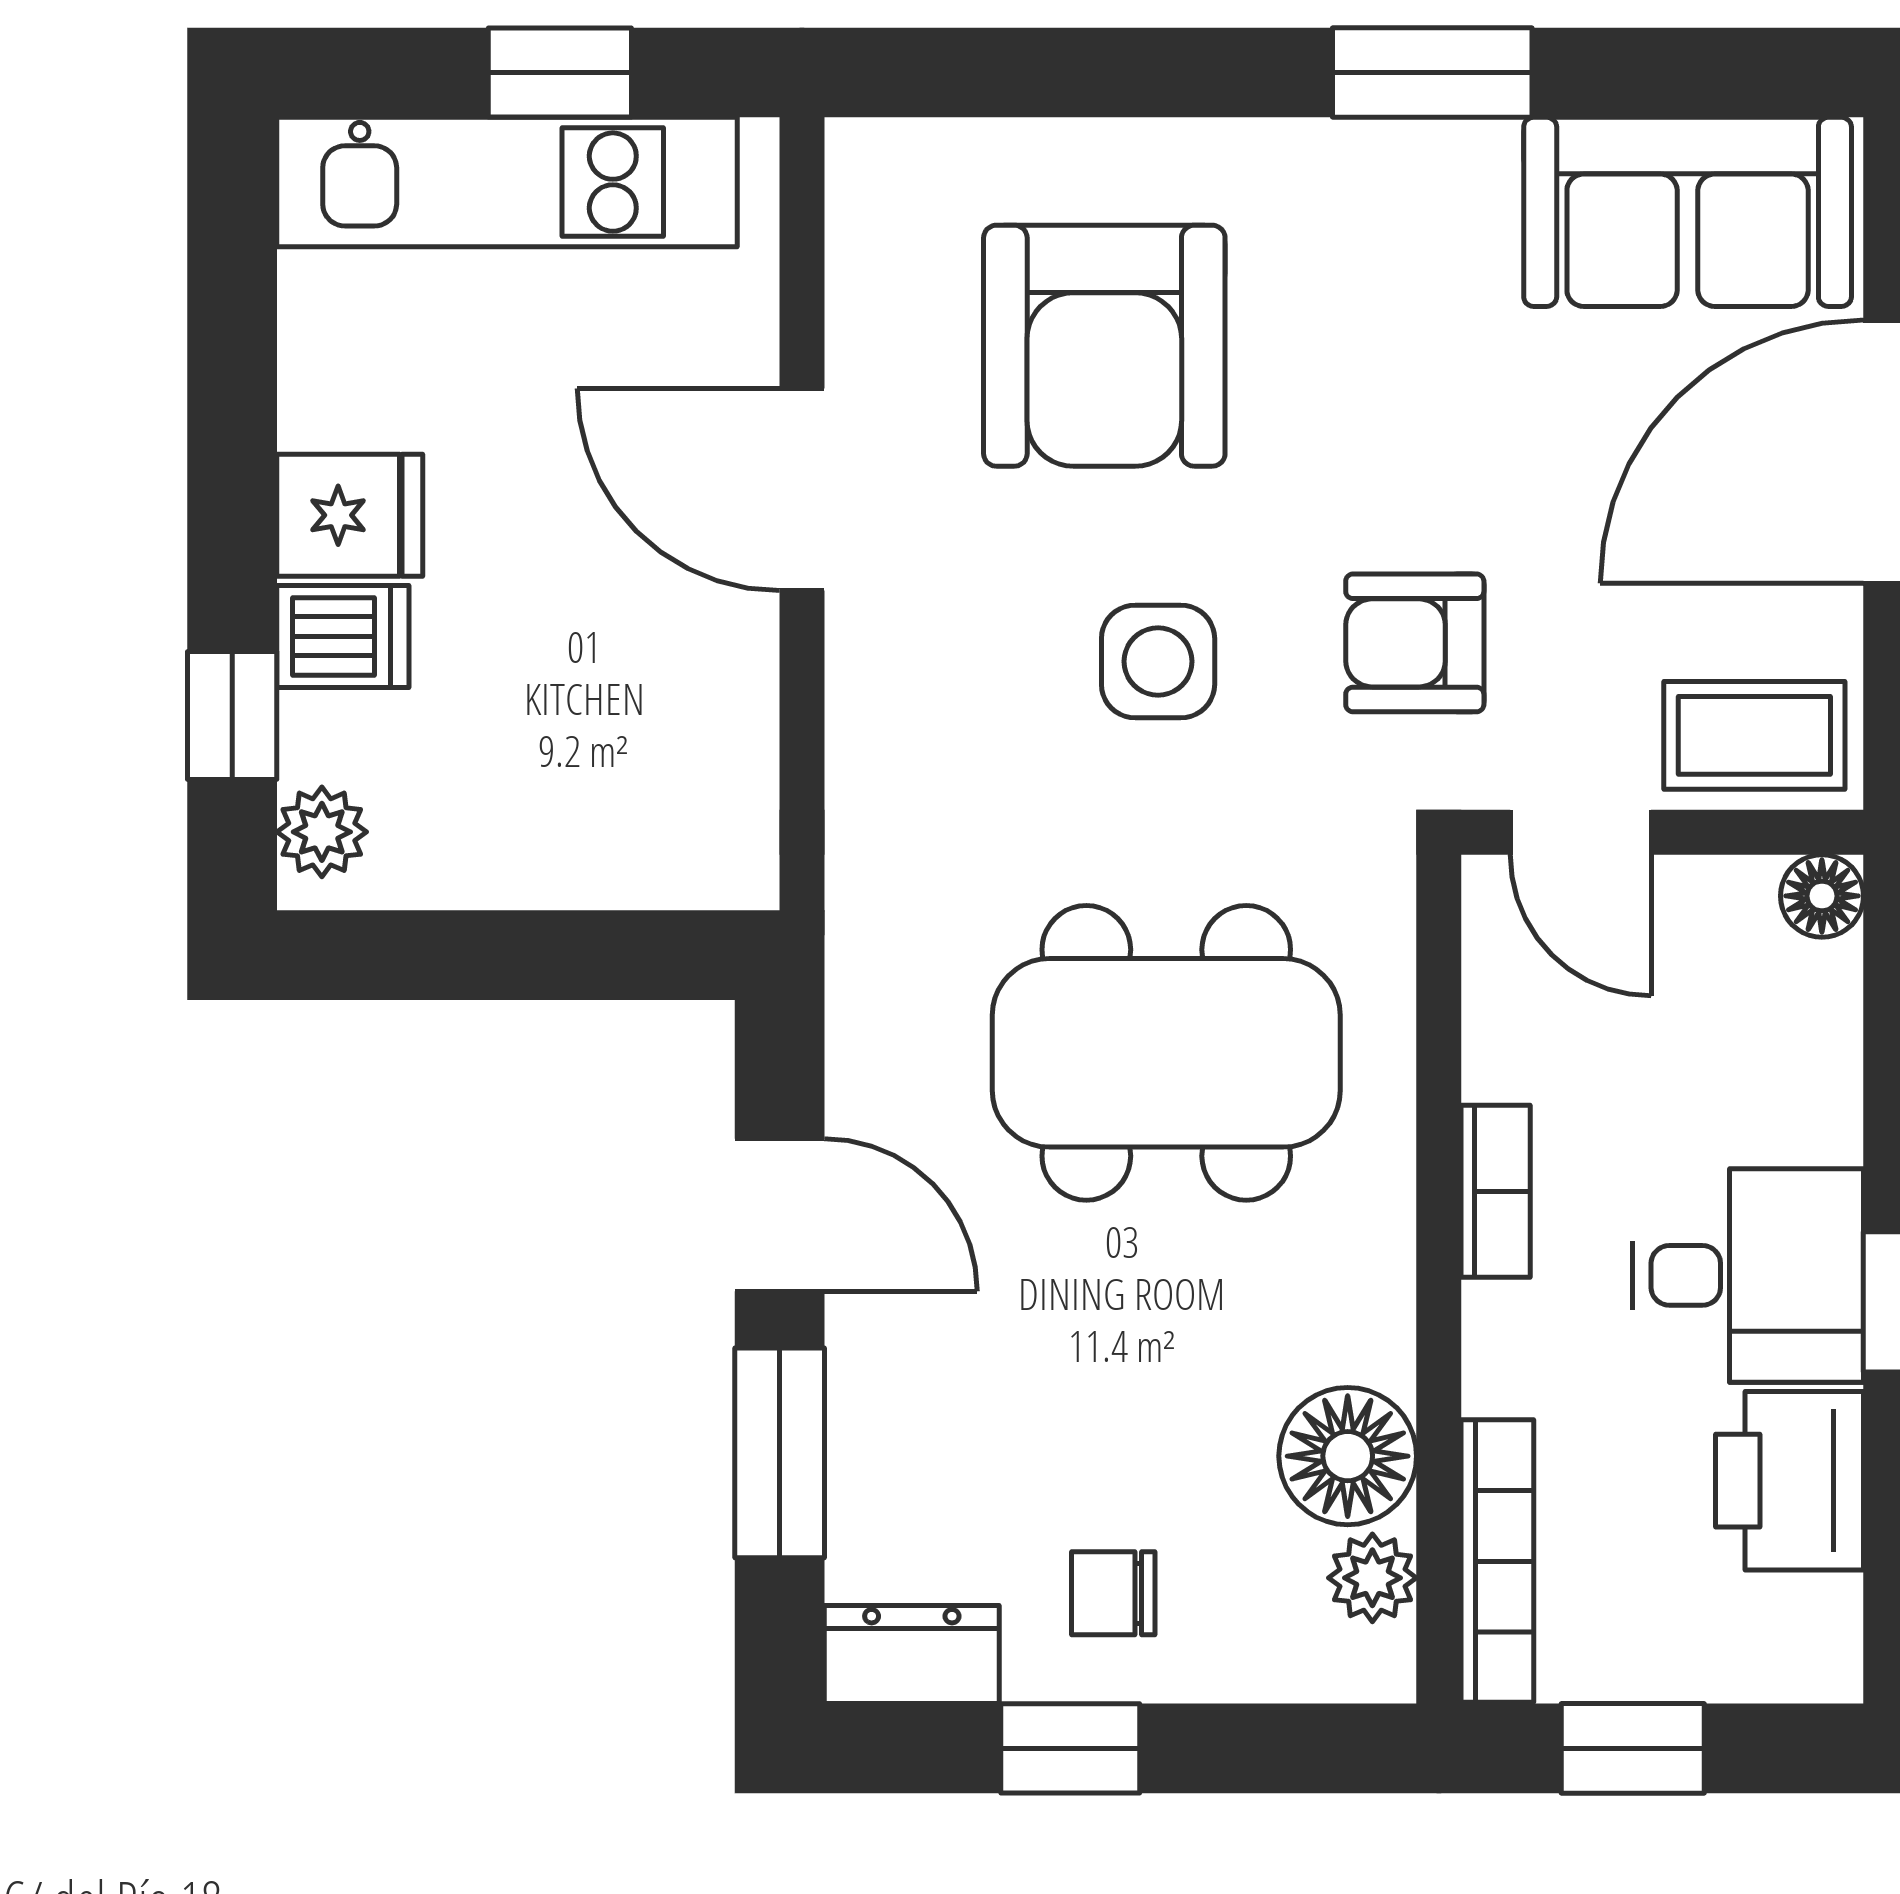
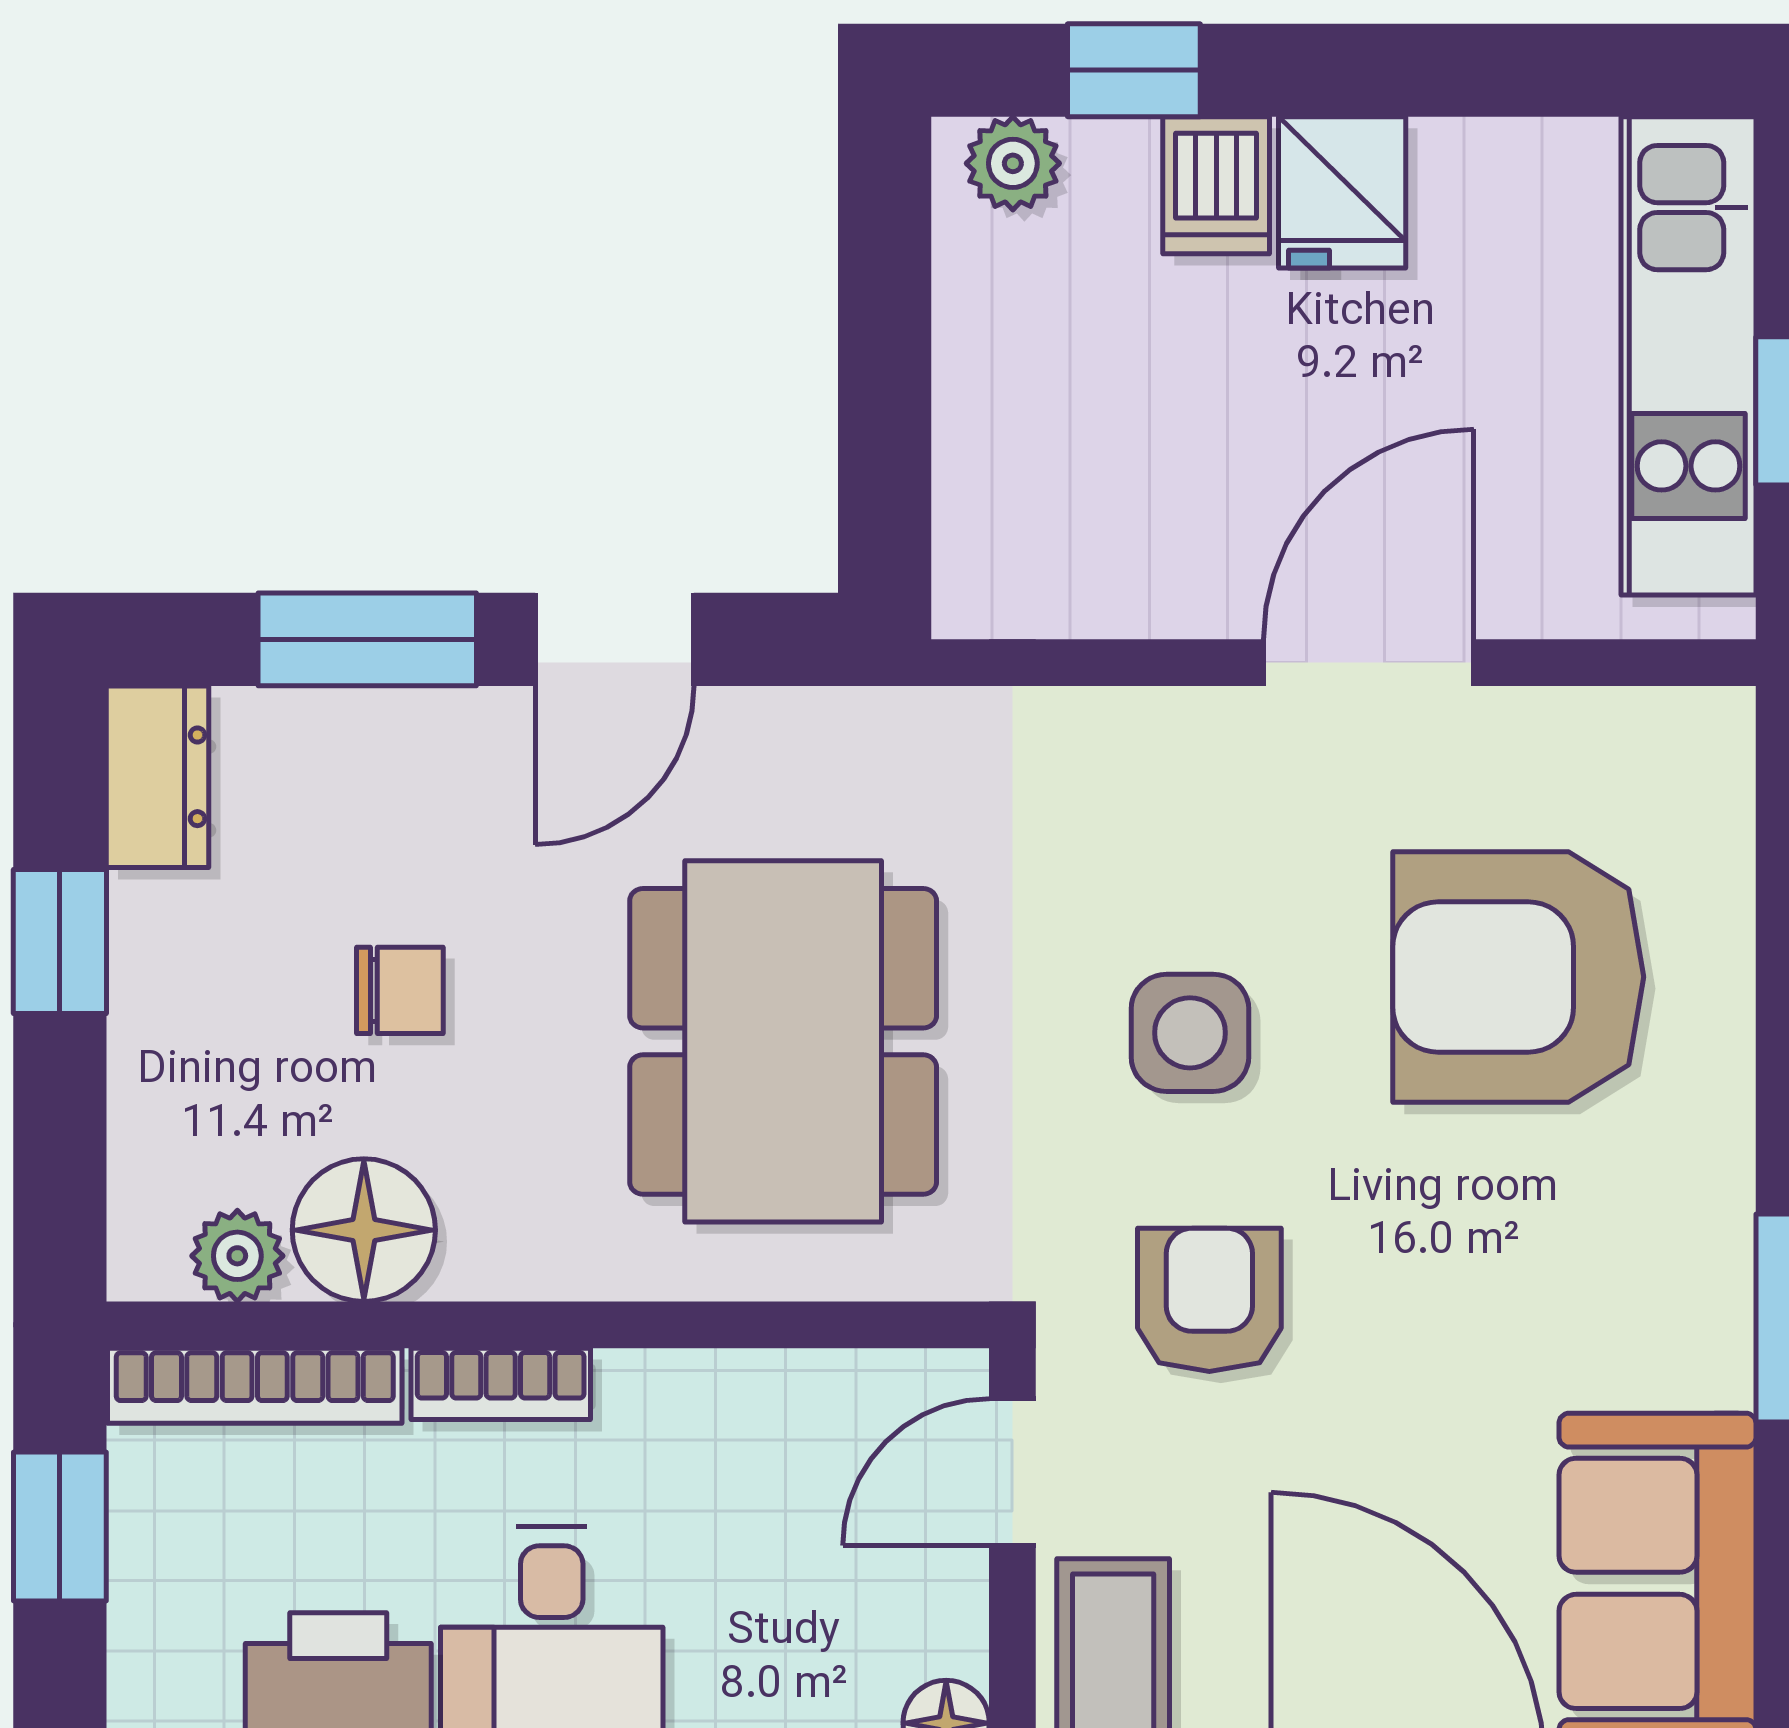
bookcase: (1496, 1191) -> (501, 1384), moved
chair: (1113, 1593) -> (400, 990), moved, turned 90

